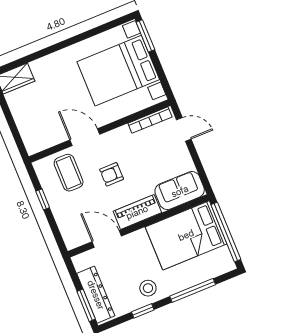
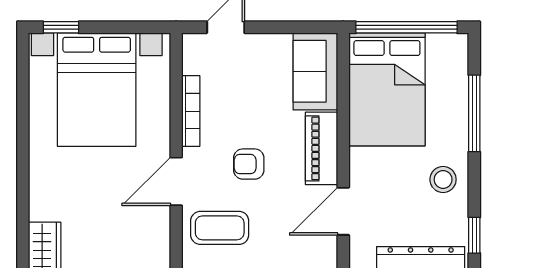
window: (145, 36) -> (61, 27), width x0.67
bookcase: (150, 120) -> (191, 111), moved
armchair: (112, 174) -> (249, 164), turned 90
window: (143, 311) -> (474, 235), moved

